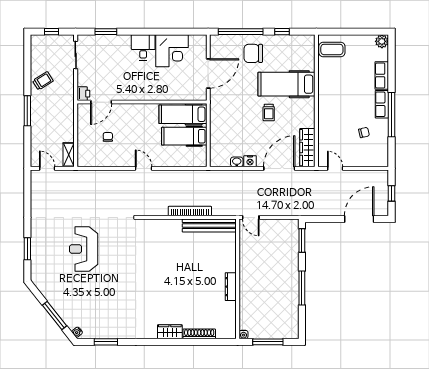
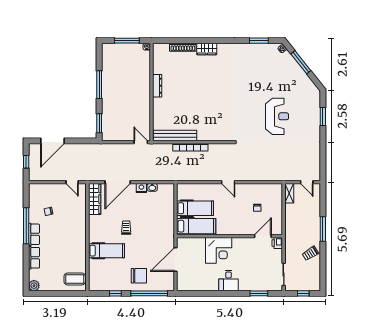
corner desk: (172, 51) -> (219, 250), moved, turned 180
hospital bed: (286, 84) -> (107, 251), width x0.73, depth x0.78

